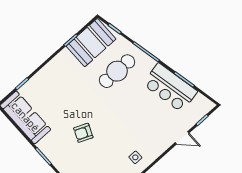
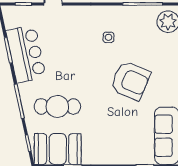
armchair: (83, 133) -> (130, 81), width x1.88, depth x1.88
side table: (135, 157) -> (108, 37), moved

